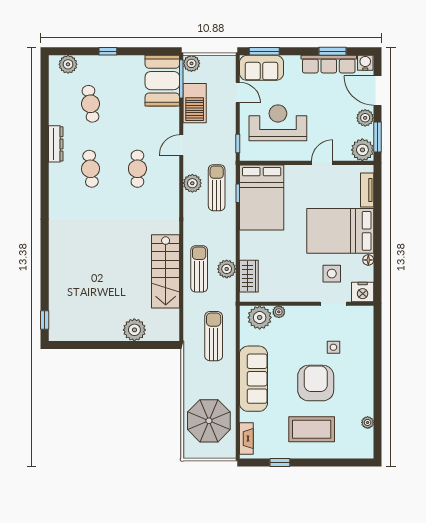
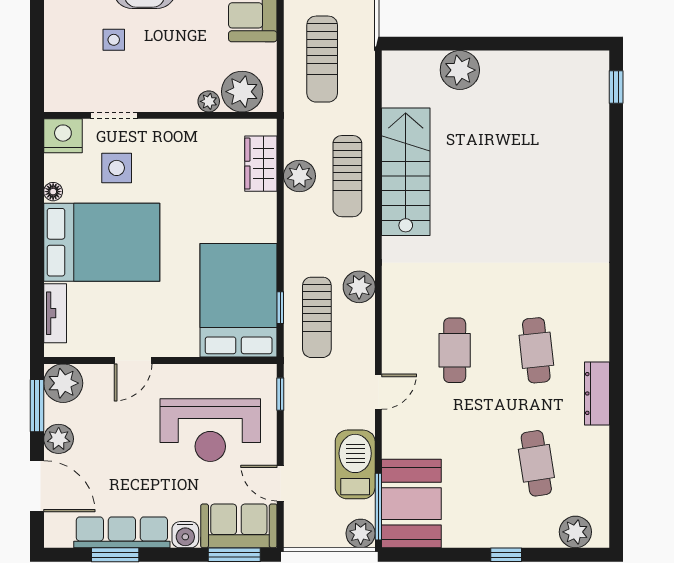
water cooler: (365, 63) -> (185, 535), moved
plant: (192, 183) -> (359, 287), moved

